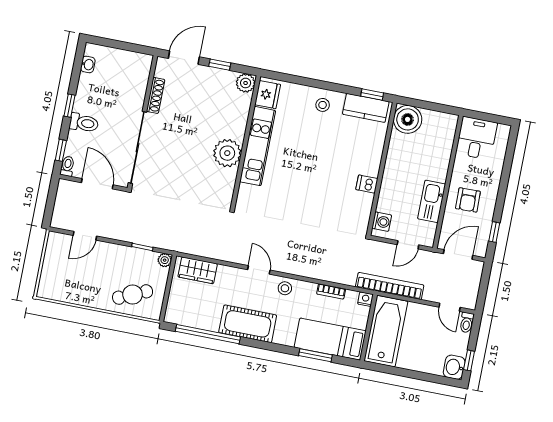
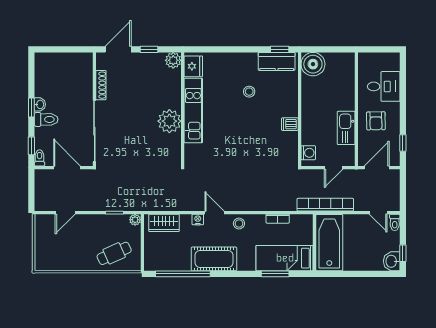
washbasin: (88, 64) -> (40, 104), moved
stool: (323, 105) -> (249, 92), moved
desk: (476, 138) -> (384, 86), moved, turned 90
nightstand: (365, 299) -> (198, 219), moved

